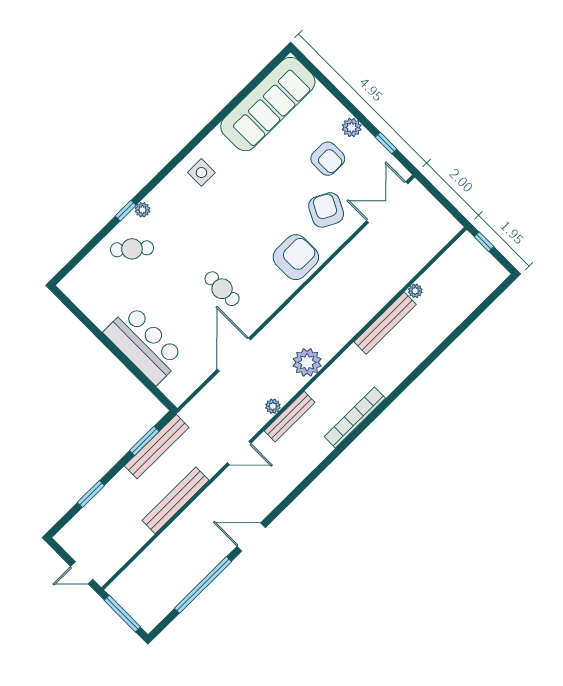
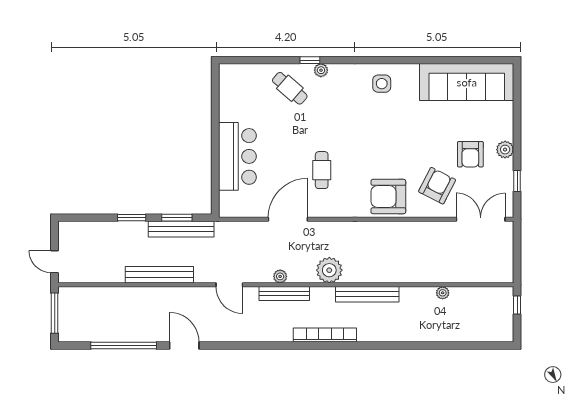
armchair: (296, 257) -> (388, 197), turned 180
bench: (385, 323) -> (367, 294), moved
window: (91, 494) -> (132, 218), moved

